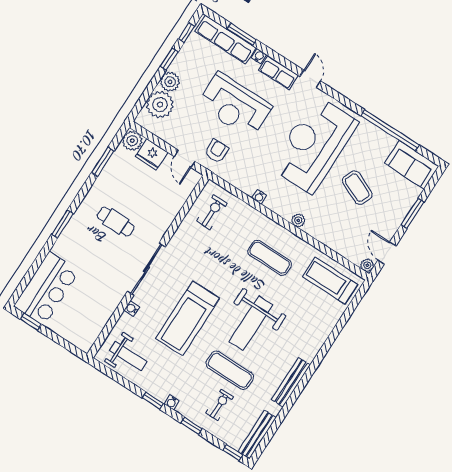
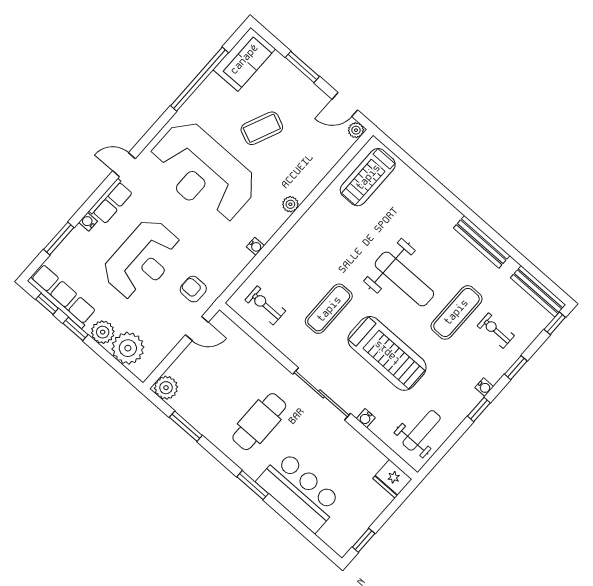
row of seats: (226, 40) -> (62, 296), moved, turned -90
fridge: (152, 154) -> (392, 479), moved, turned 90
cafe table: (116, 222) -> (259, 422), width x1.37, depth x1.35
exercise mat: (270, 258) -> (329, 309), moved
bar counter: (47, 289) -> (299, 492), moved

